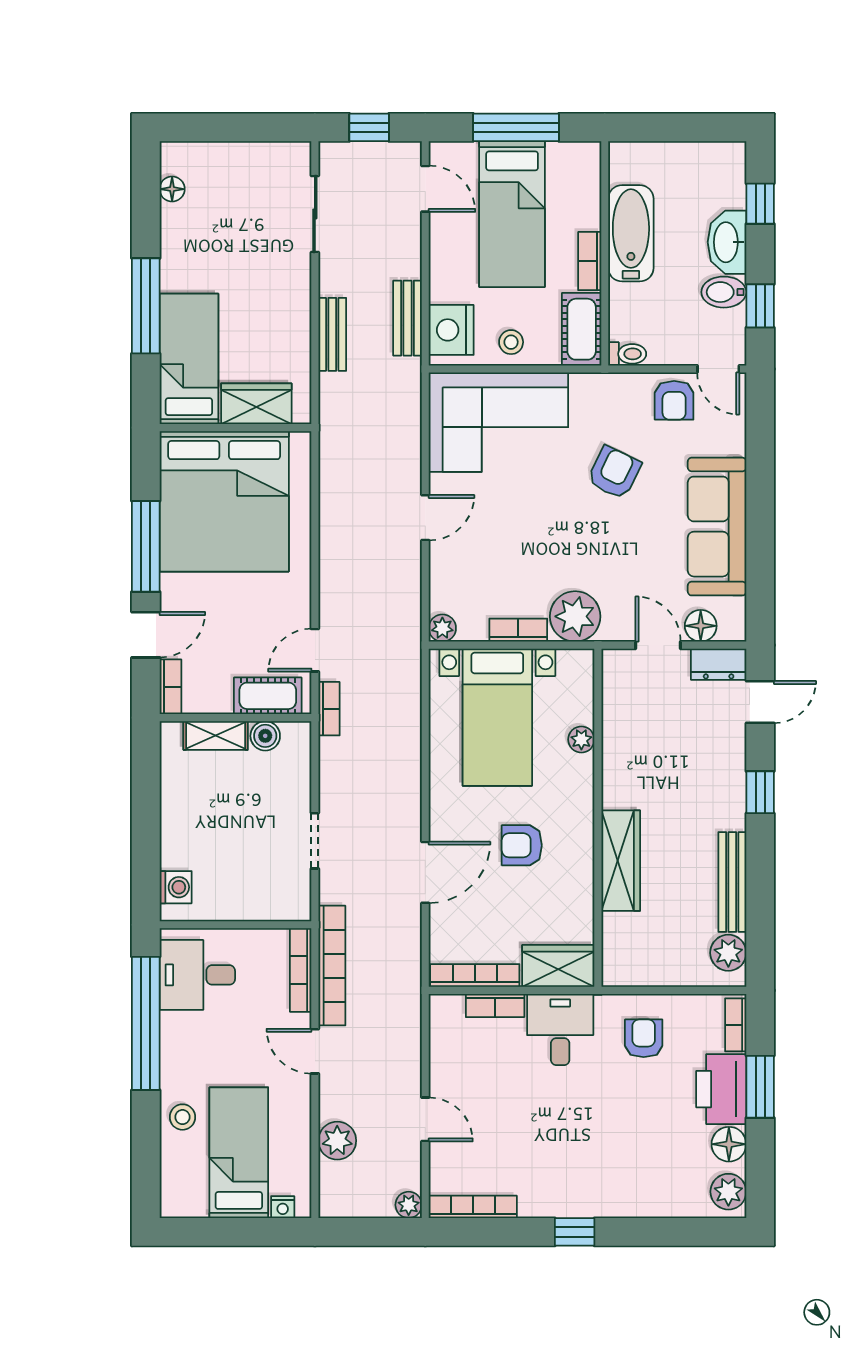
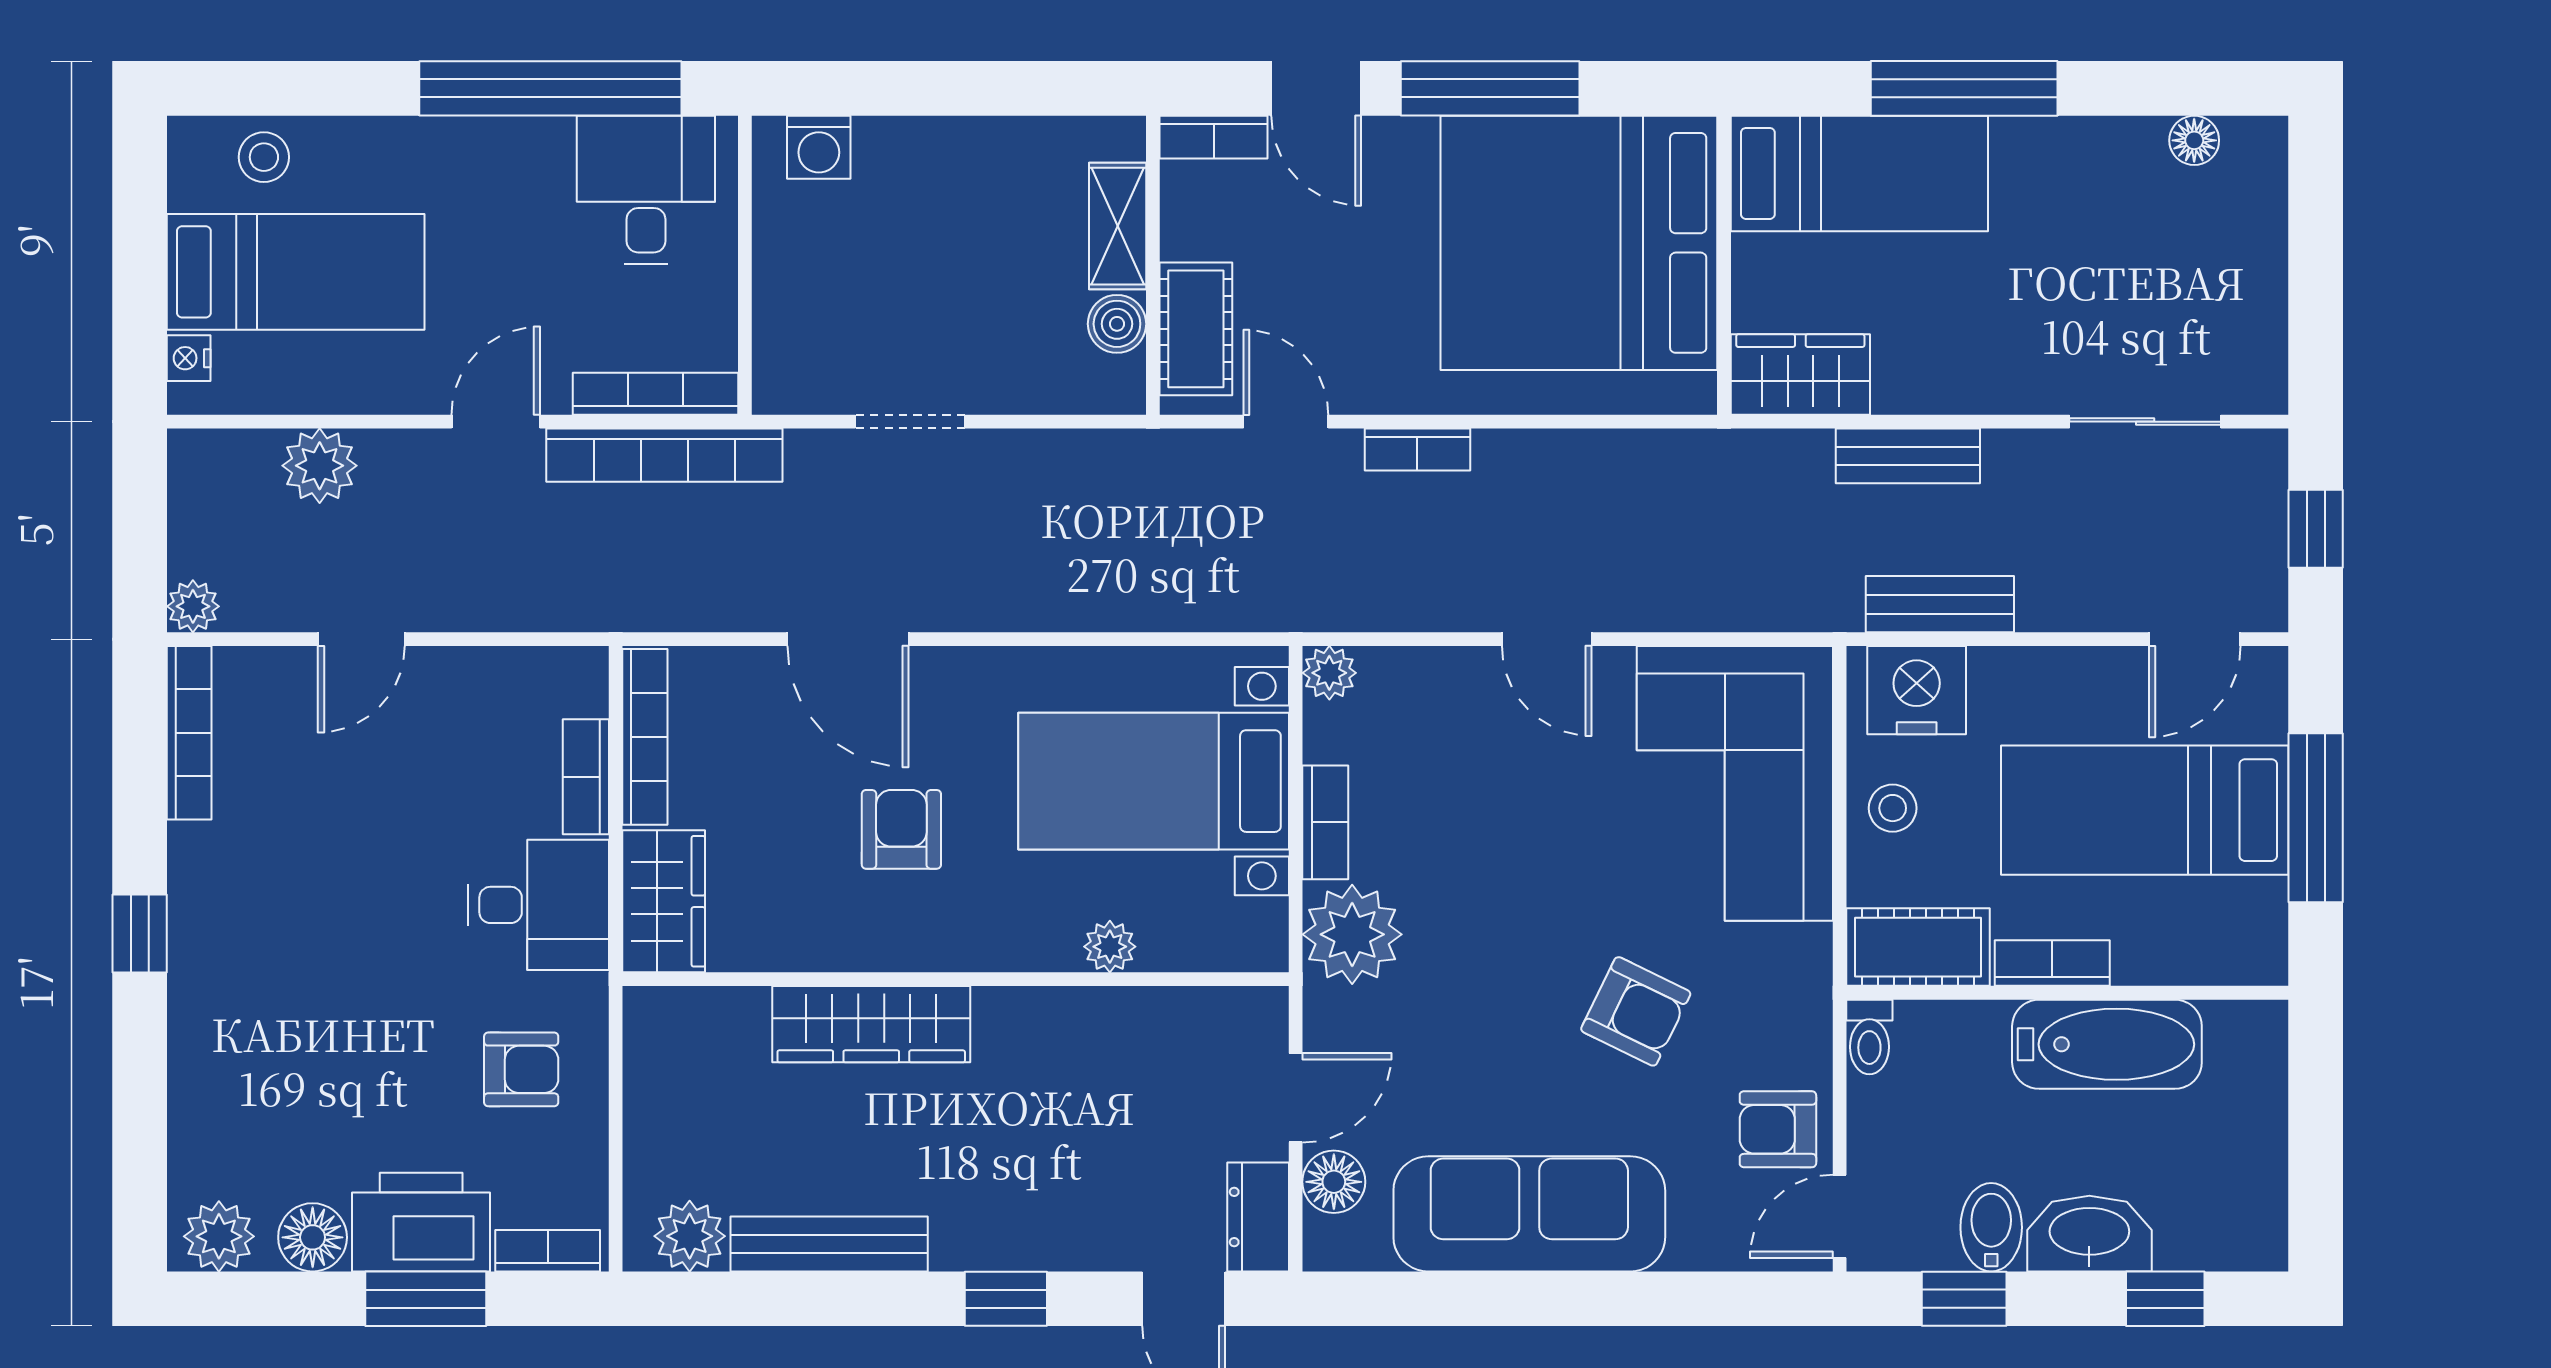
wardrobe: (256, 404) -> (1800, 374), moved, turned -90
bookcase: (329, 709) -> (1417, 449), moved
stool: (182, 1117) -> (264, 157), moved

